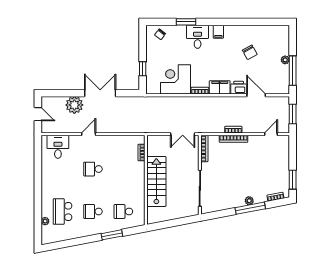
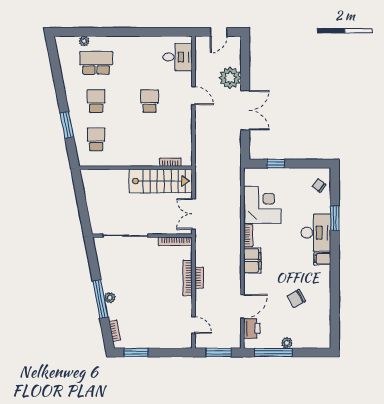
desk: (198, 37) -> (316, 233), width x1.37
printer: (239, 88) -> (252, 328), moved
stairs: (156, 181) -> (161, 181), moved

